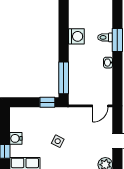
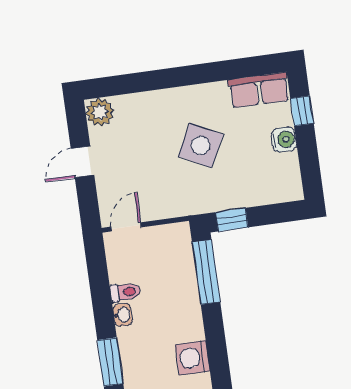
toilet: (105, 37) -> (125, 292), moved
side table: (58, 141) -> (201, 145), width x1.87, depth x1.87

